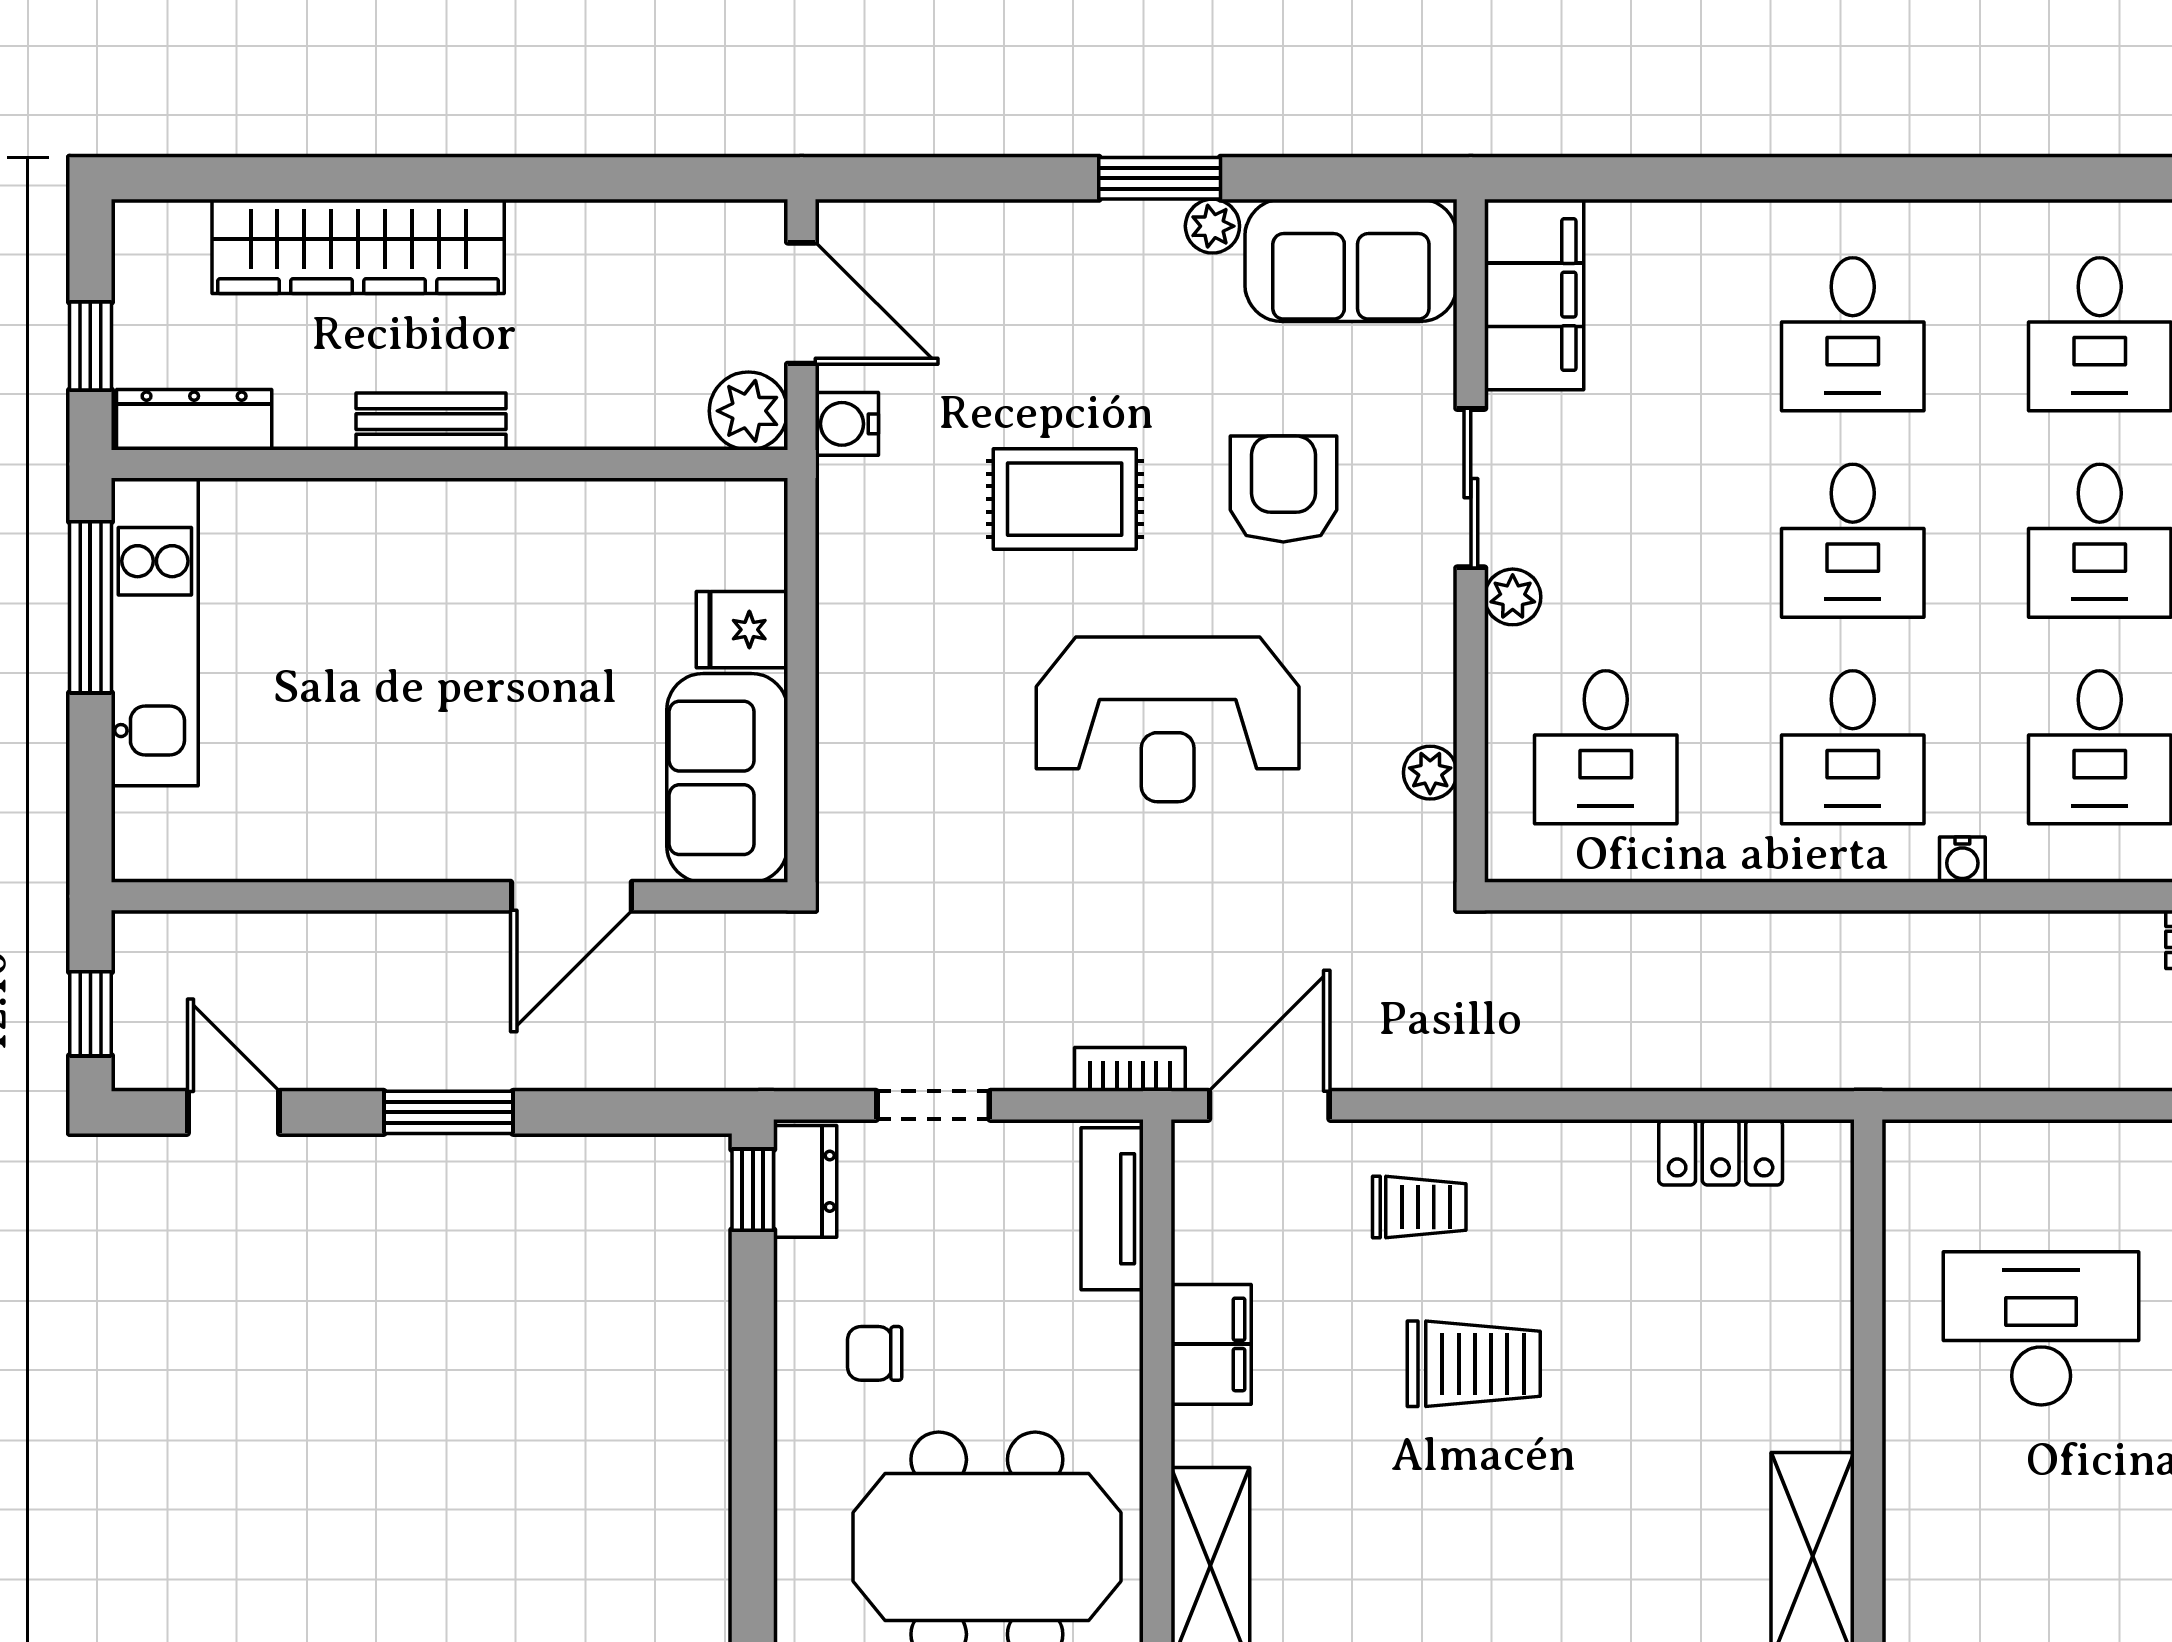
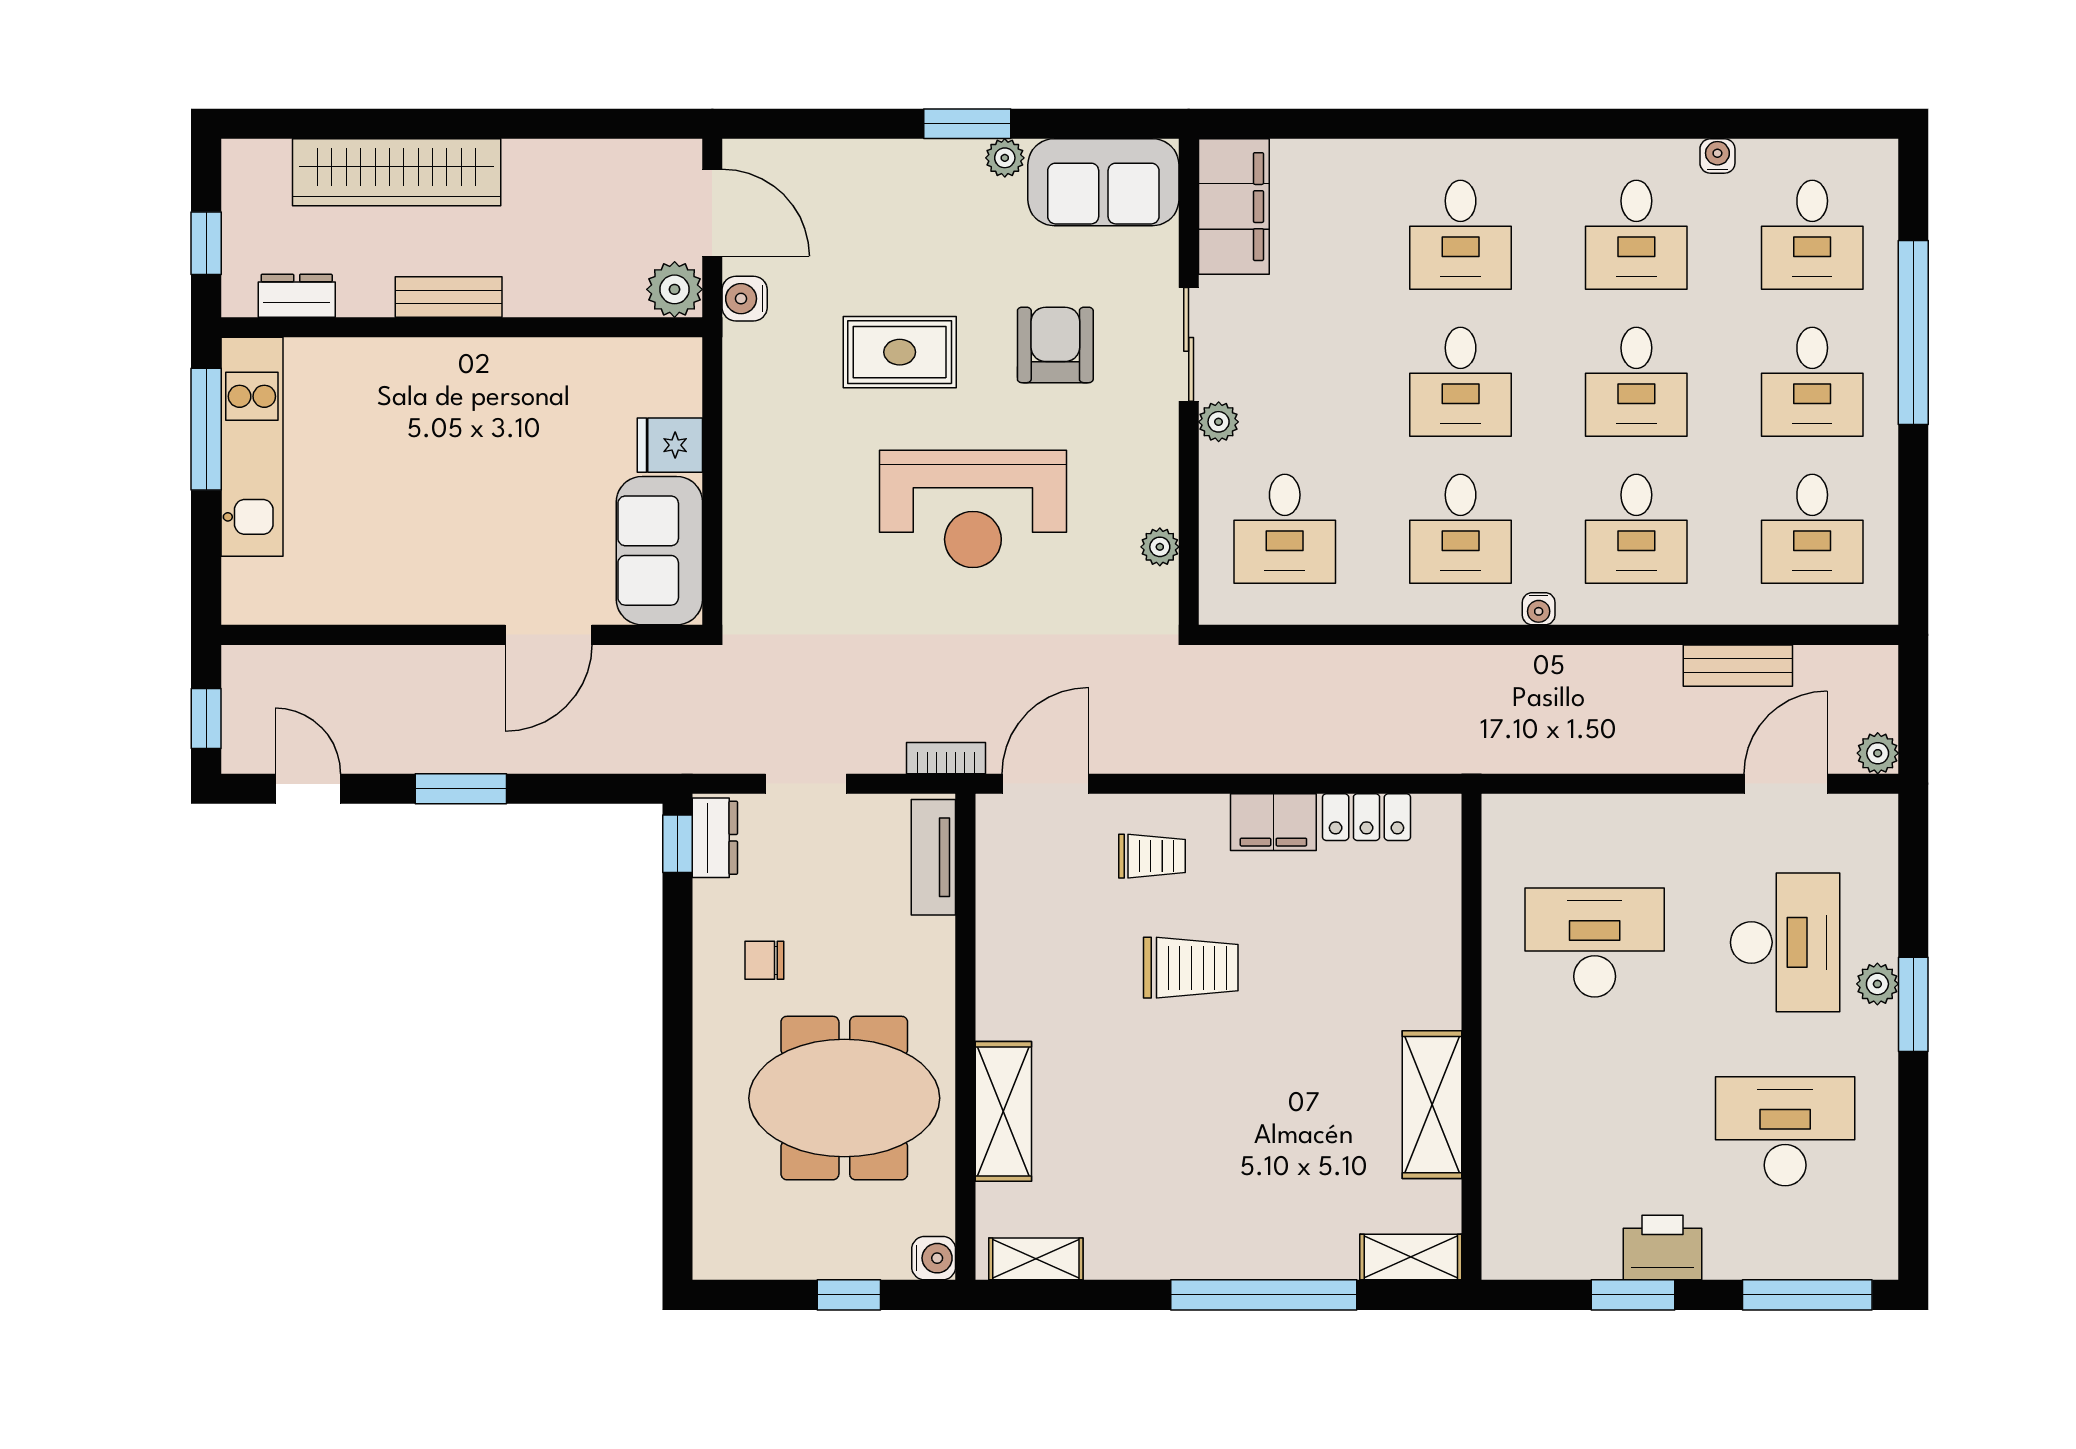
dresser: (194, 420) -> (297, 296), width x0.70
filing cabinet: (1211, 1344) -> (1273, 822), moved, turned 90

